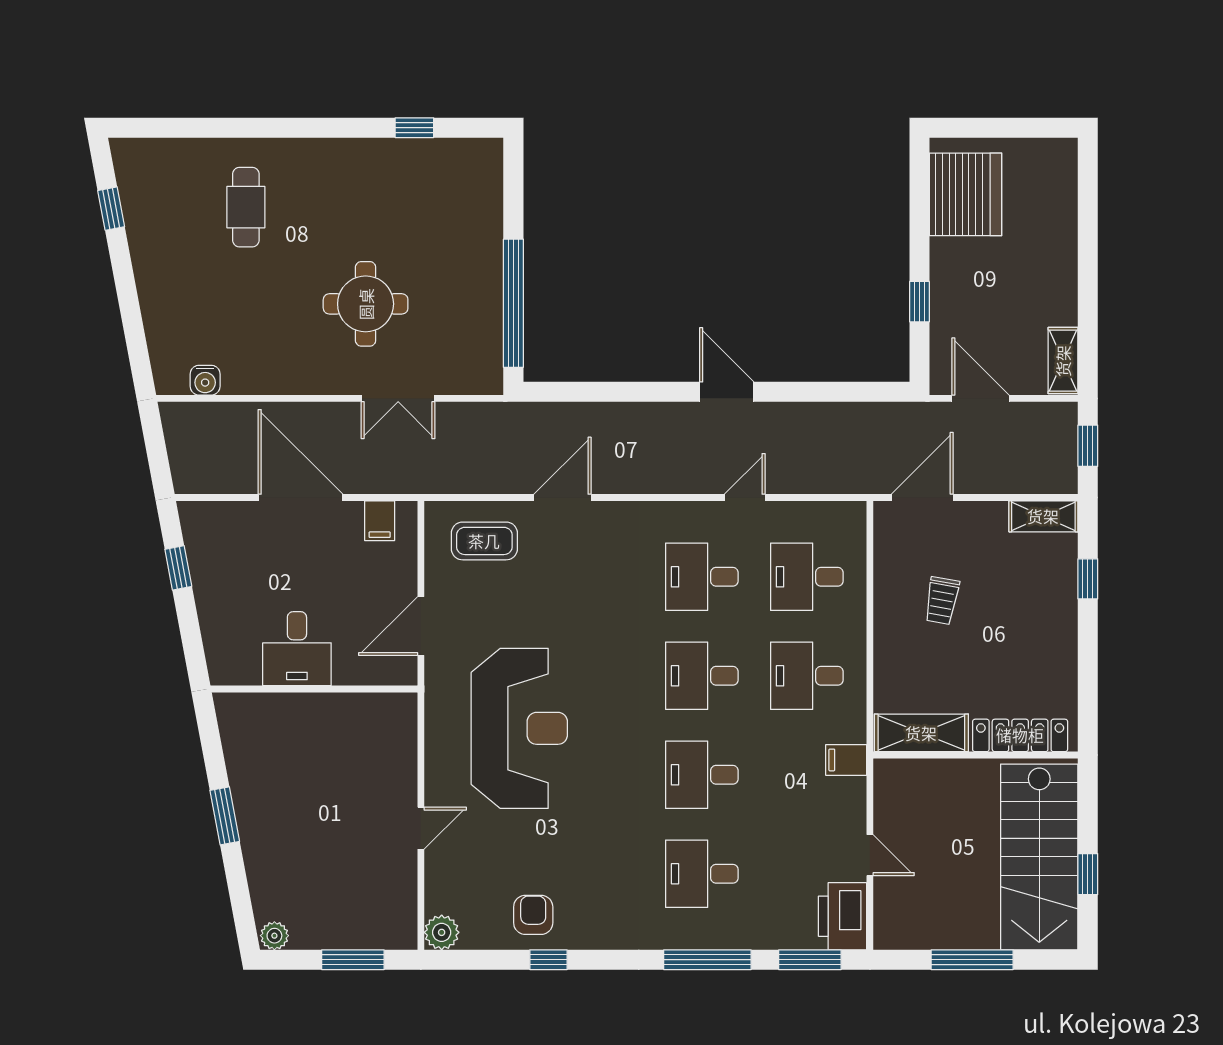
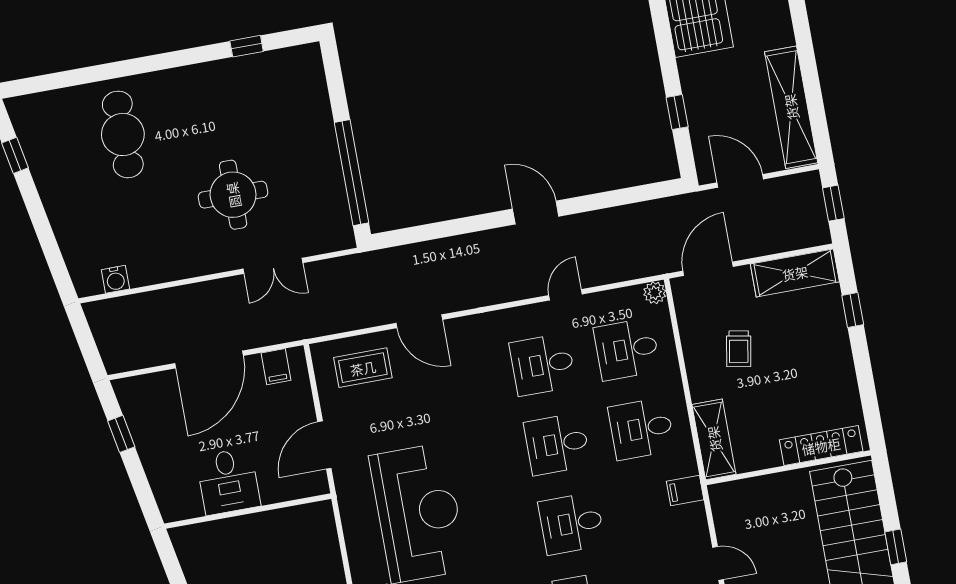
cafe table: (246, 207) -> (123, 134), width x1.37, depth x1.35
shelving: (1063, 361) -> (791, 107), width x2.20, depth x1.33
door: (300, 497) -> (209, 359), swing flipped
door: (563, 497) -> (419, 321), swing flipped
plant: (853, 515) -> (655, 293), added
shelving: (1043, 516) -> (795, 273), width x1.50, depth x1.33
shelving: (921, 733) -> (714, 439), moved, turned 90

